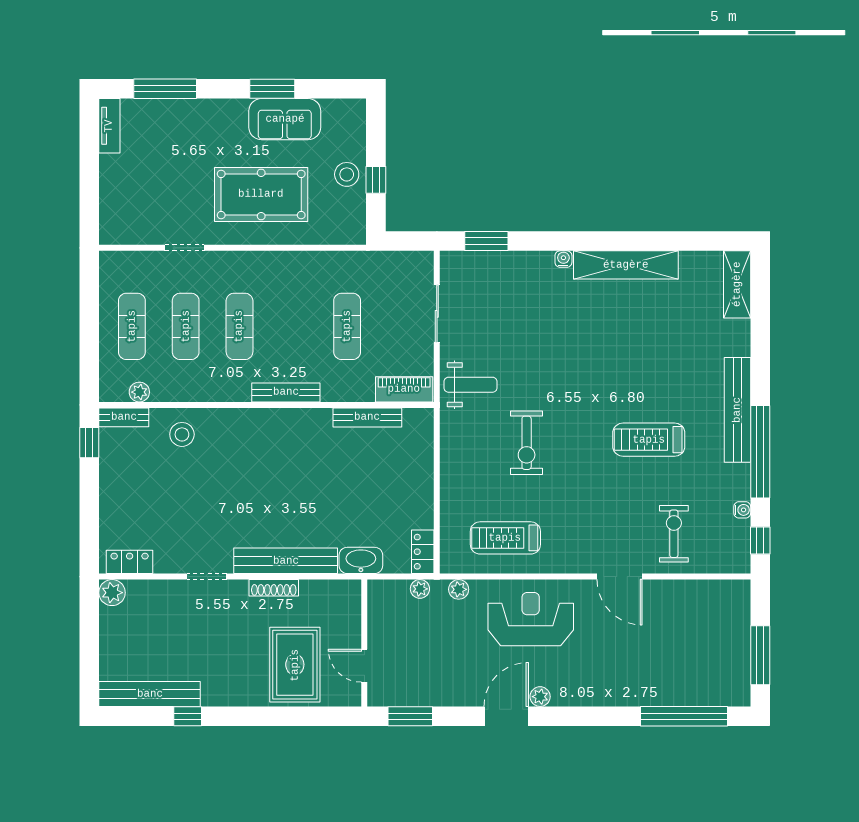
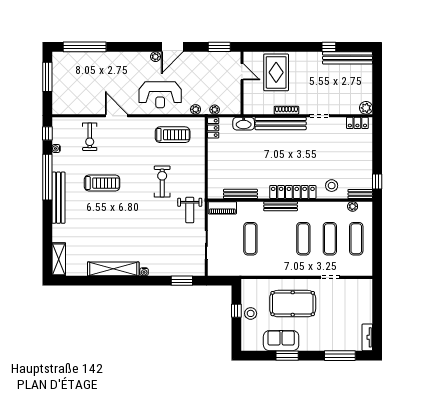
weight bench: (470, 385) -> (190, 210), turned -90
locker: (261, 421) -> (293, 192), added

